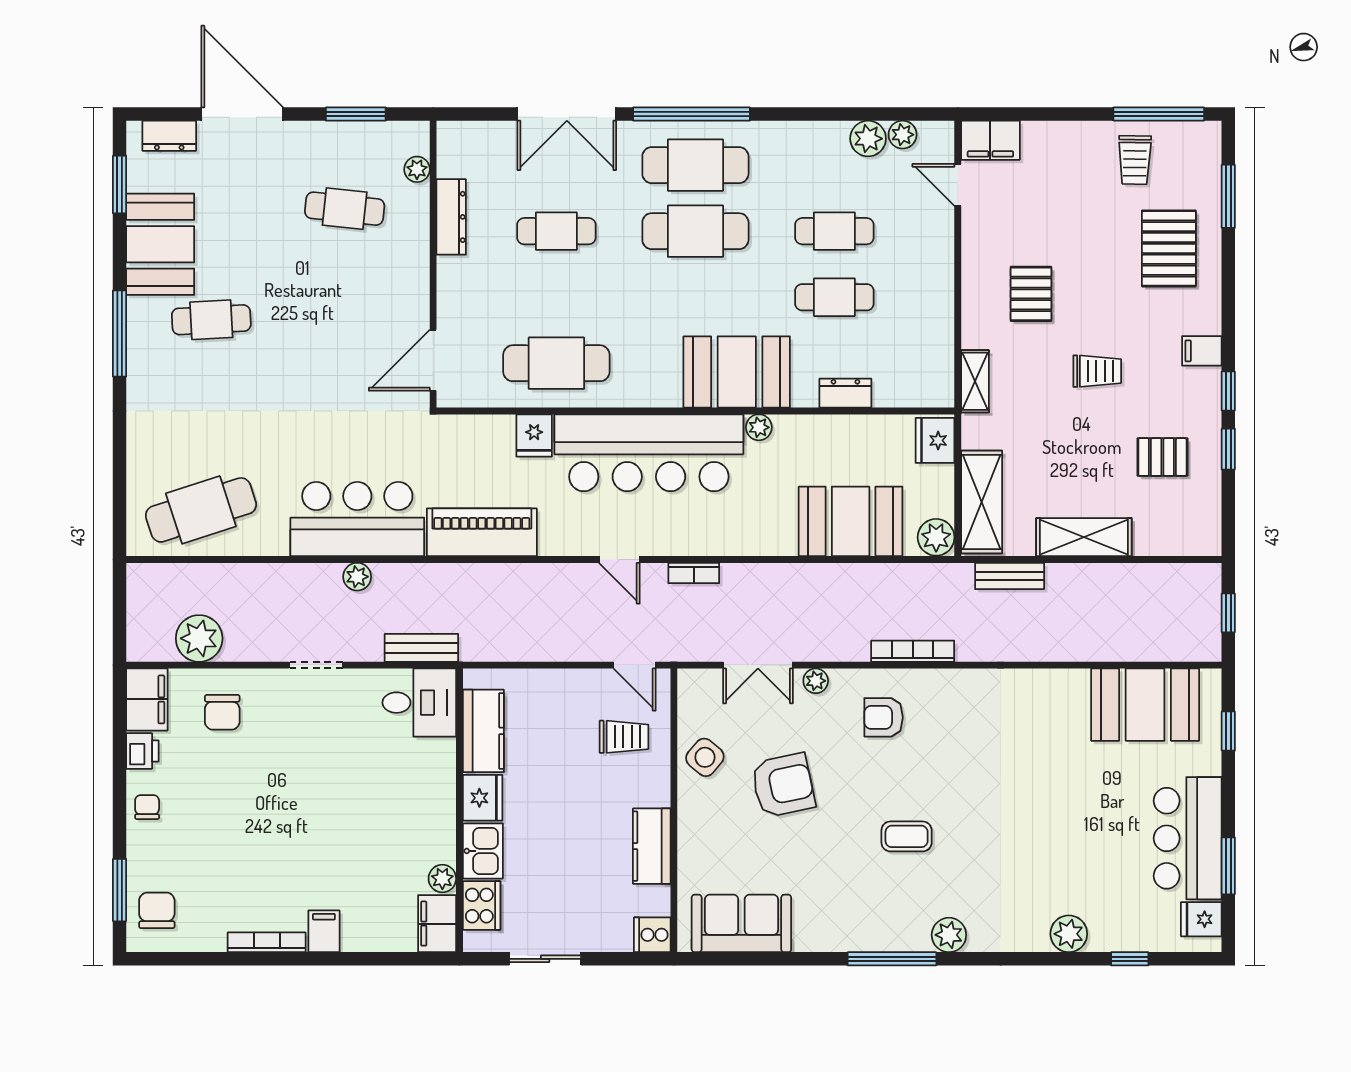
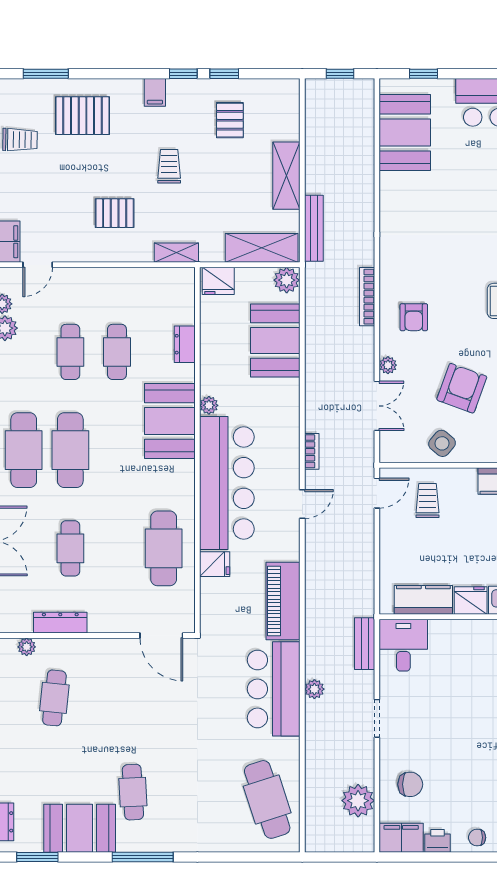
bench: (1010, 576) -> (314, 228), width x1.36
armchair: (783, 785) -> (462, 388), turned 32

